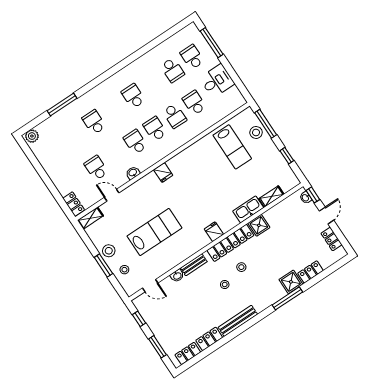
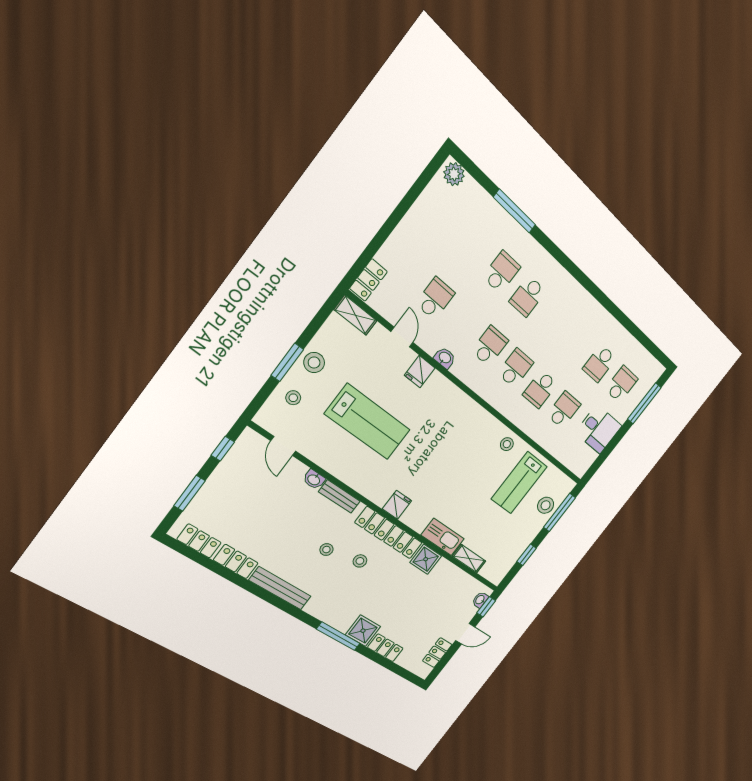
school desk: (133, 96) -> (528, 296), moved, turned 180
stool: (202, 148) -> (507, 444), added
fridge: (163, 173) -> (420, 372), moved

